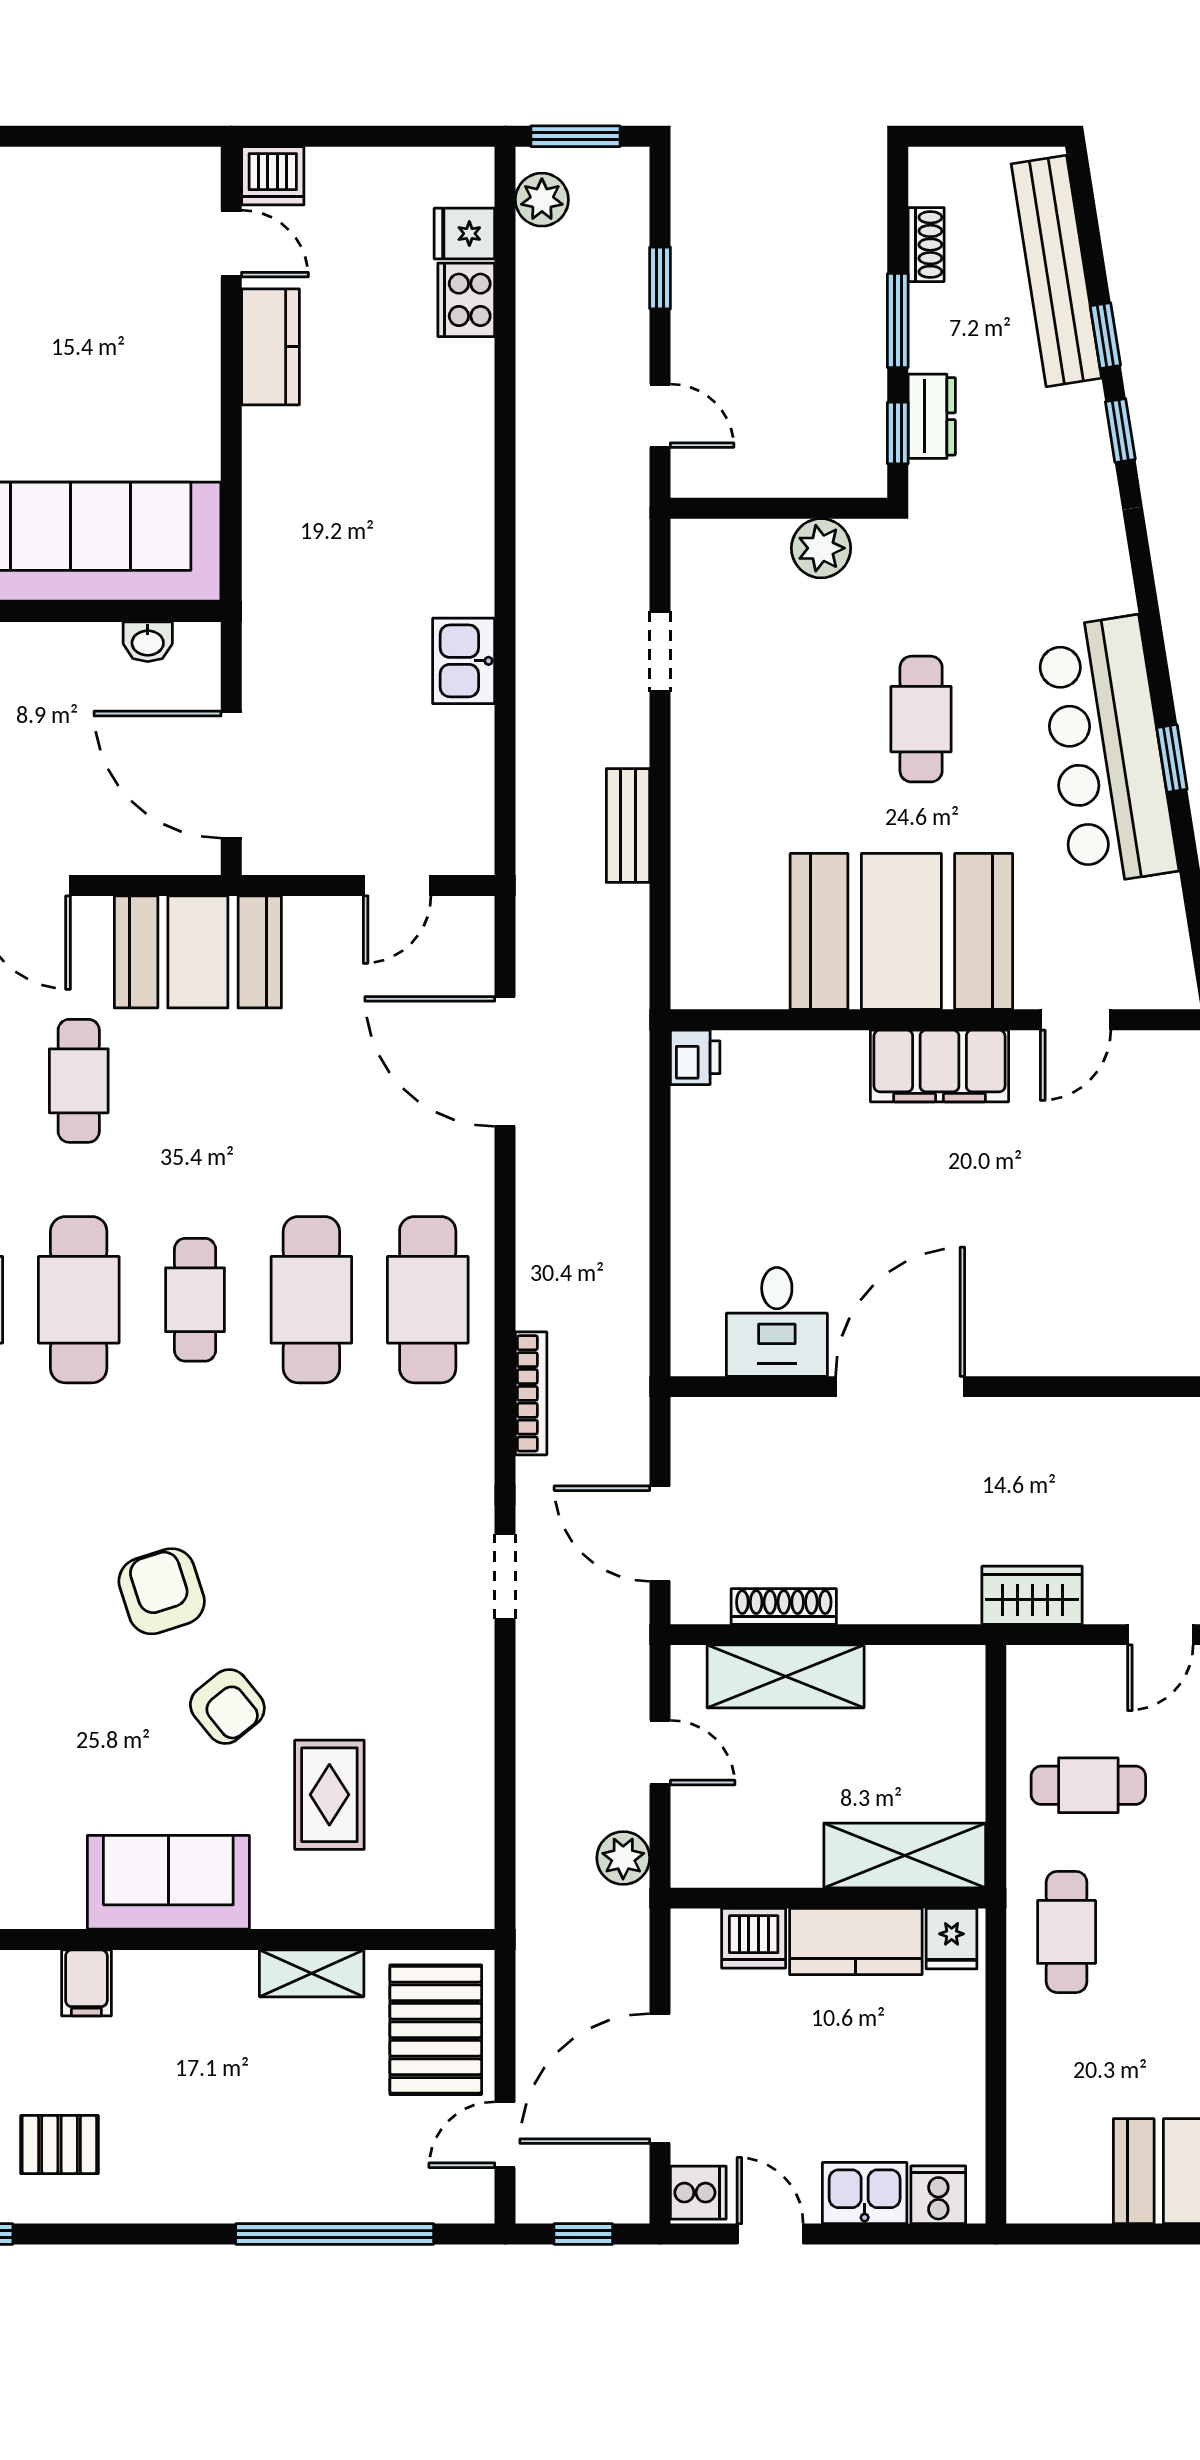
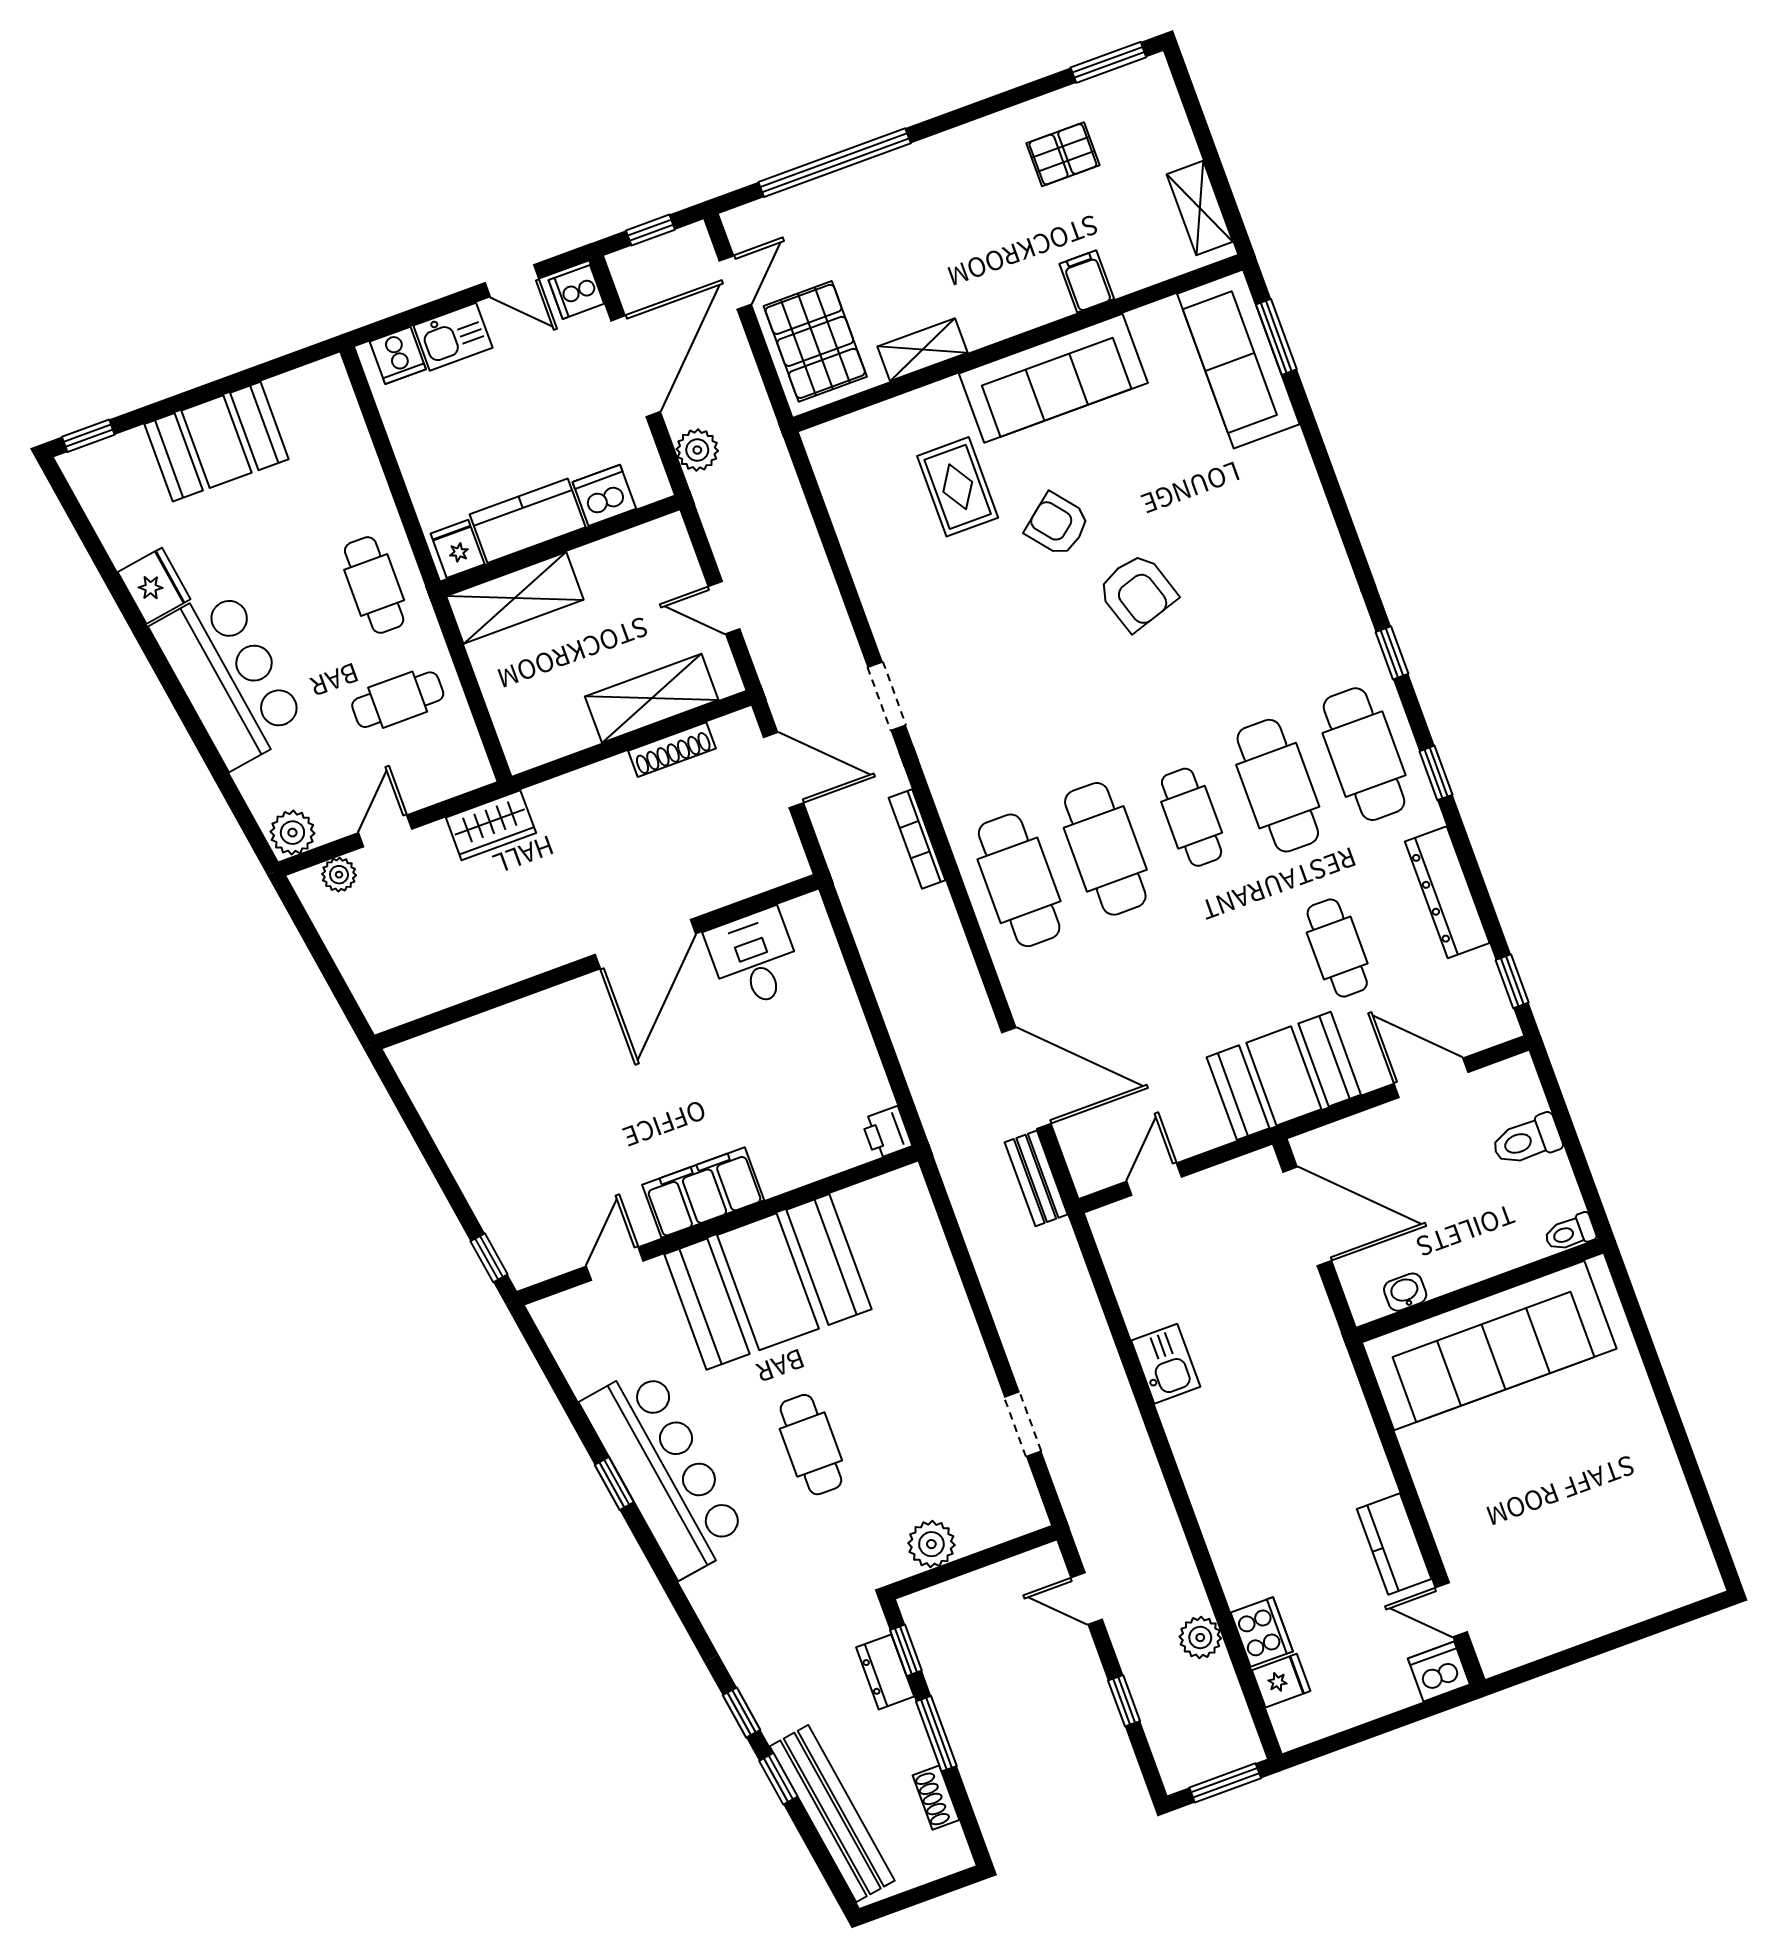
plant: (542, 200) -> (1200, 1638), moved
bench: (628, 825) -> (1036, 1178), moved
plant: (623, 1858) -> (697, 450), moved
sofa: (168, 1882) -> (1053, 378), width x1.36

